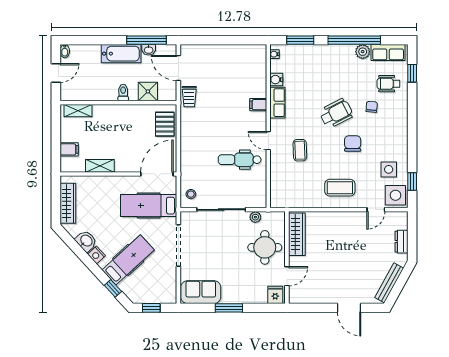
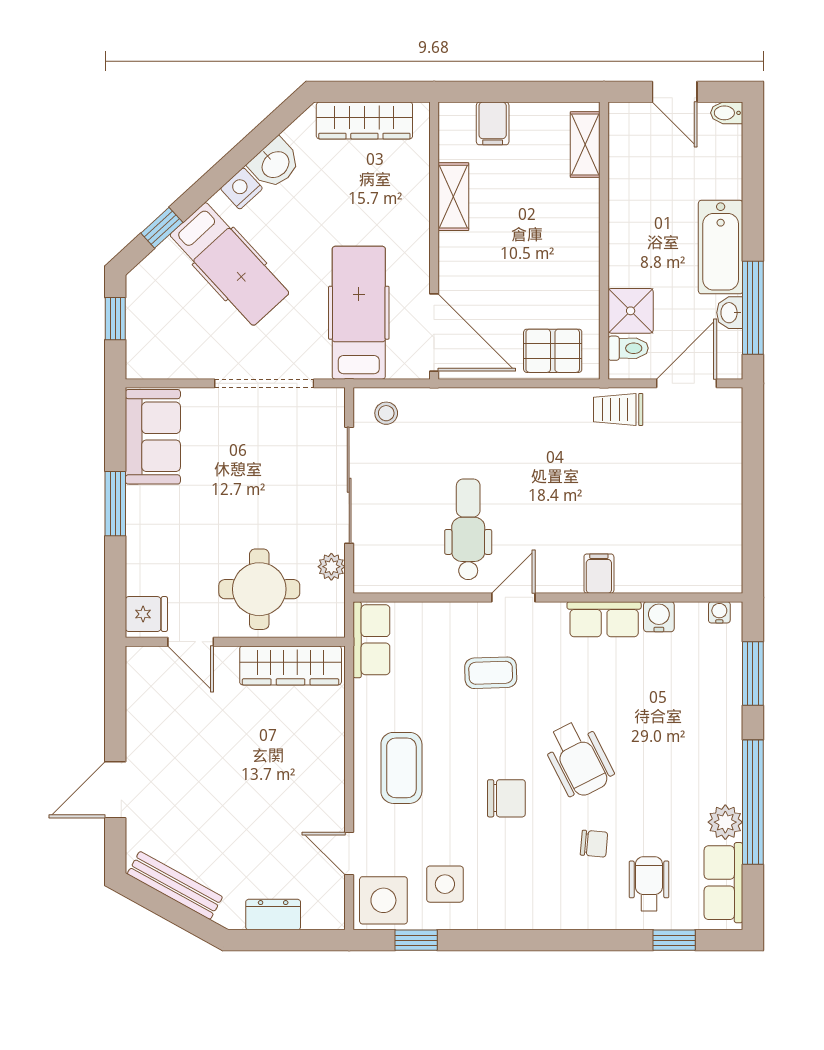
toilet: (123, 92) -> (628, 348), moved
row of seats: (286, 200) -> (371, 640), added

